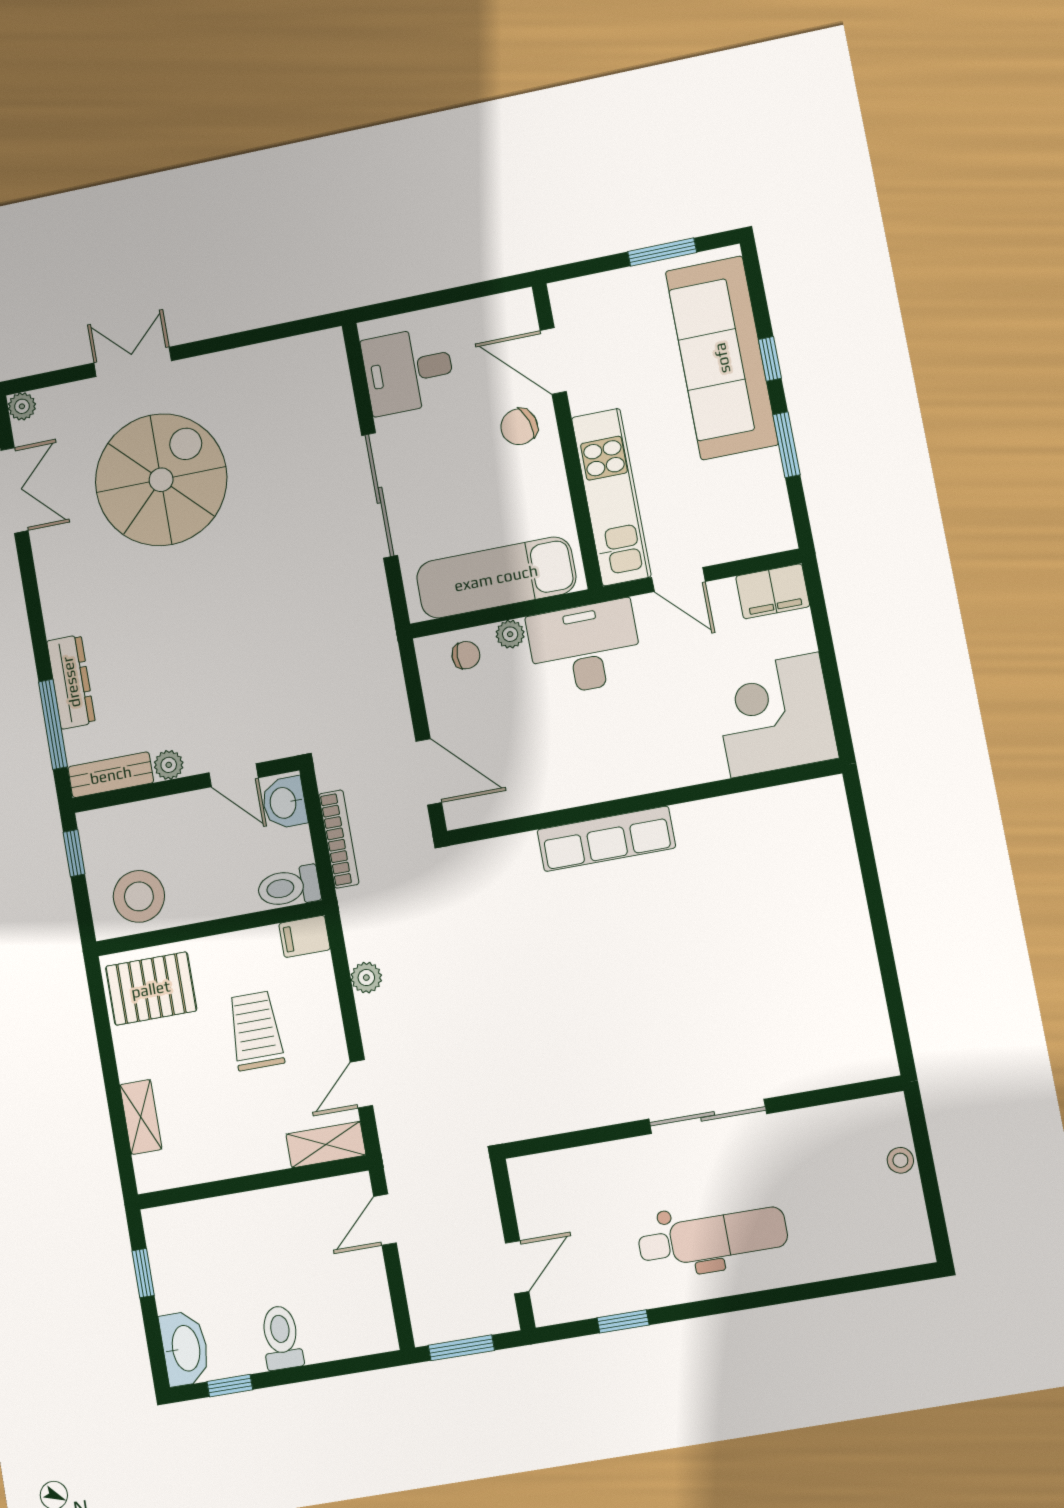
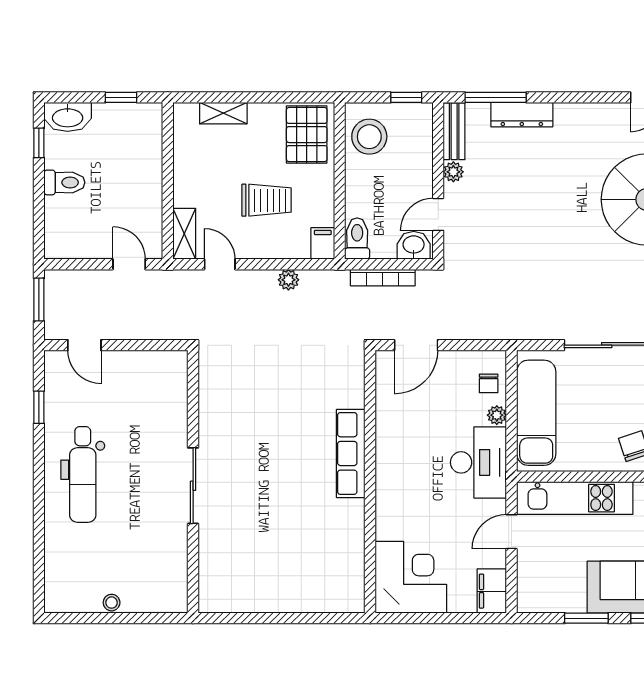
sliding door: (708, 1116) -> (193, 486), moved
wall: (702, 1117) -> (193, 482), moved

